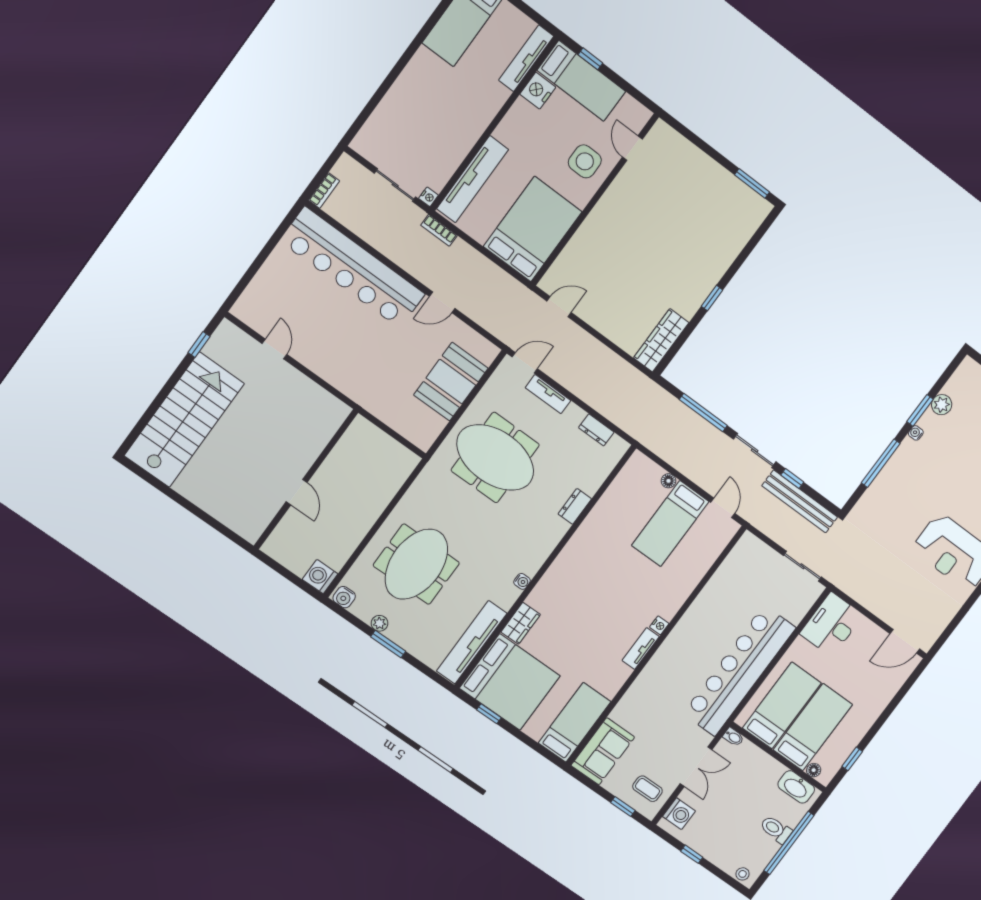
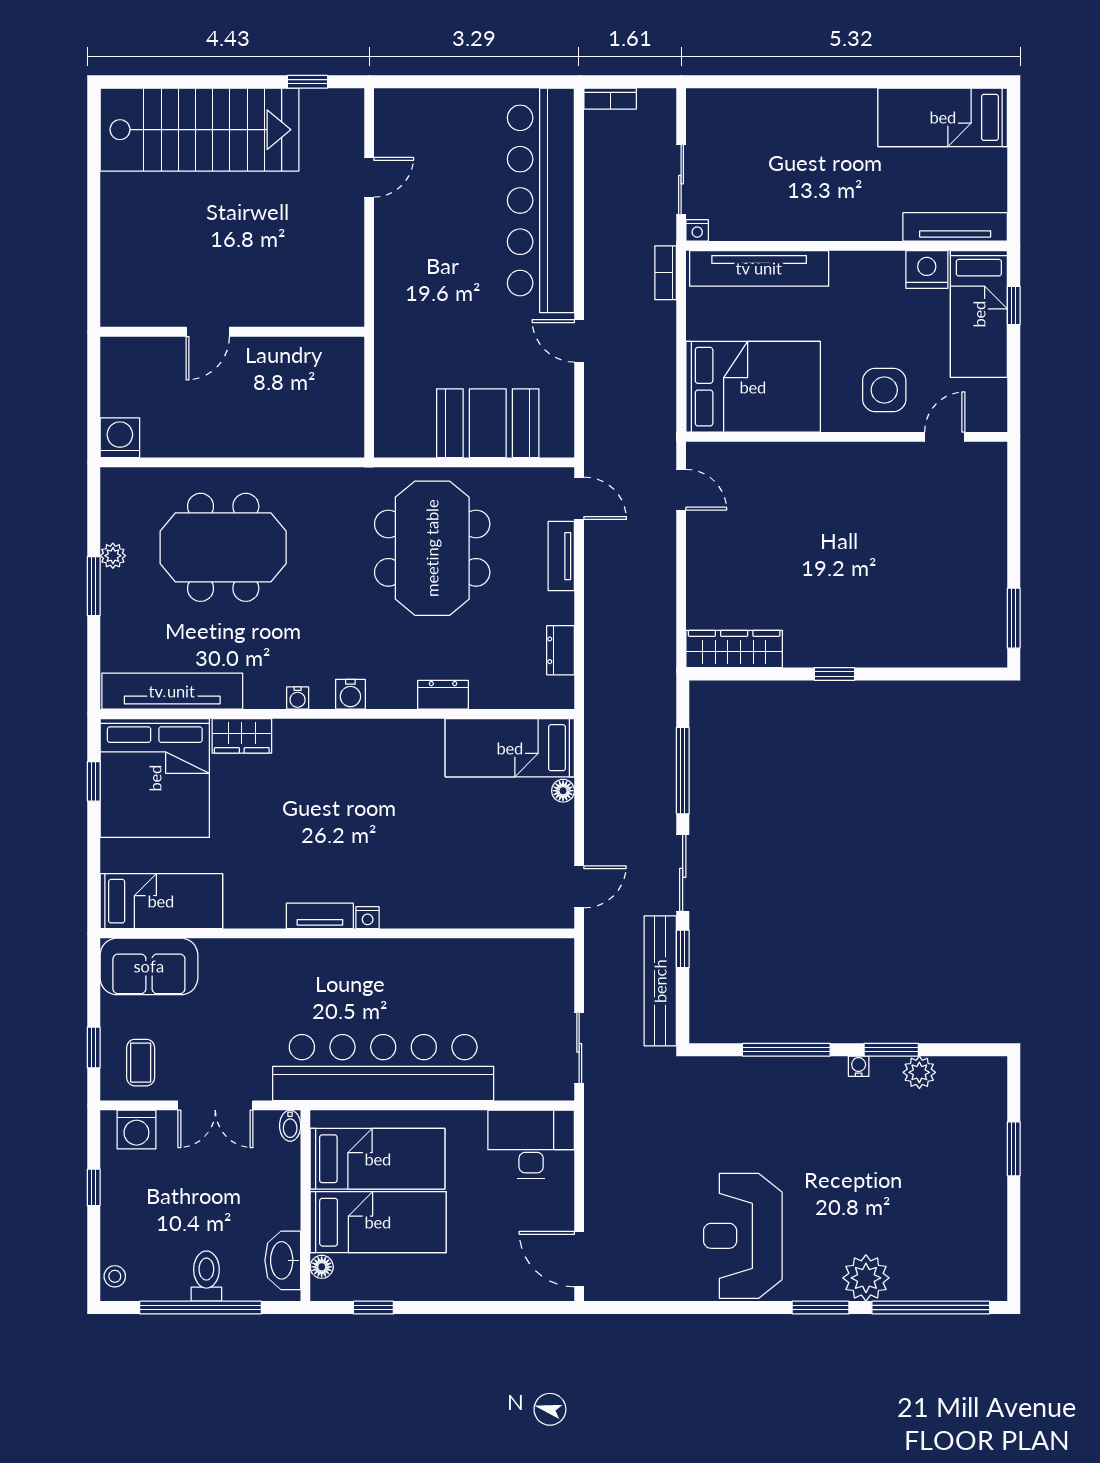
bed: (670, 524) -> (510, 748), moved
water cooler: (344, 597) -> (350, 694), moved, turned -90

